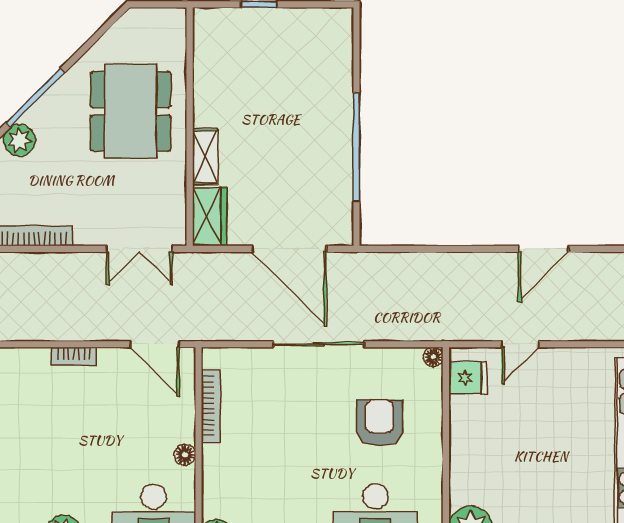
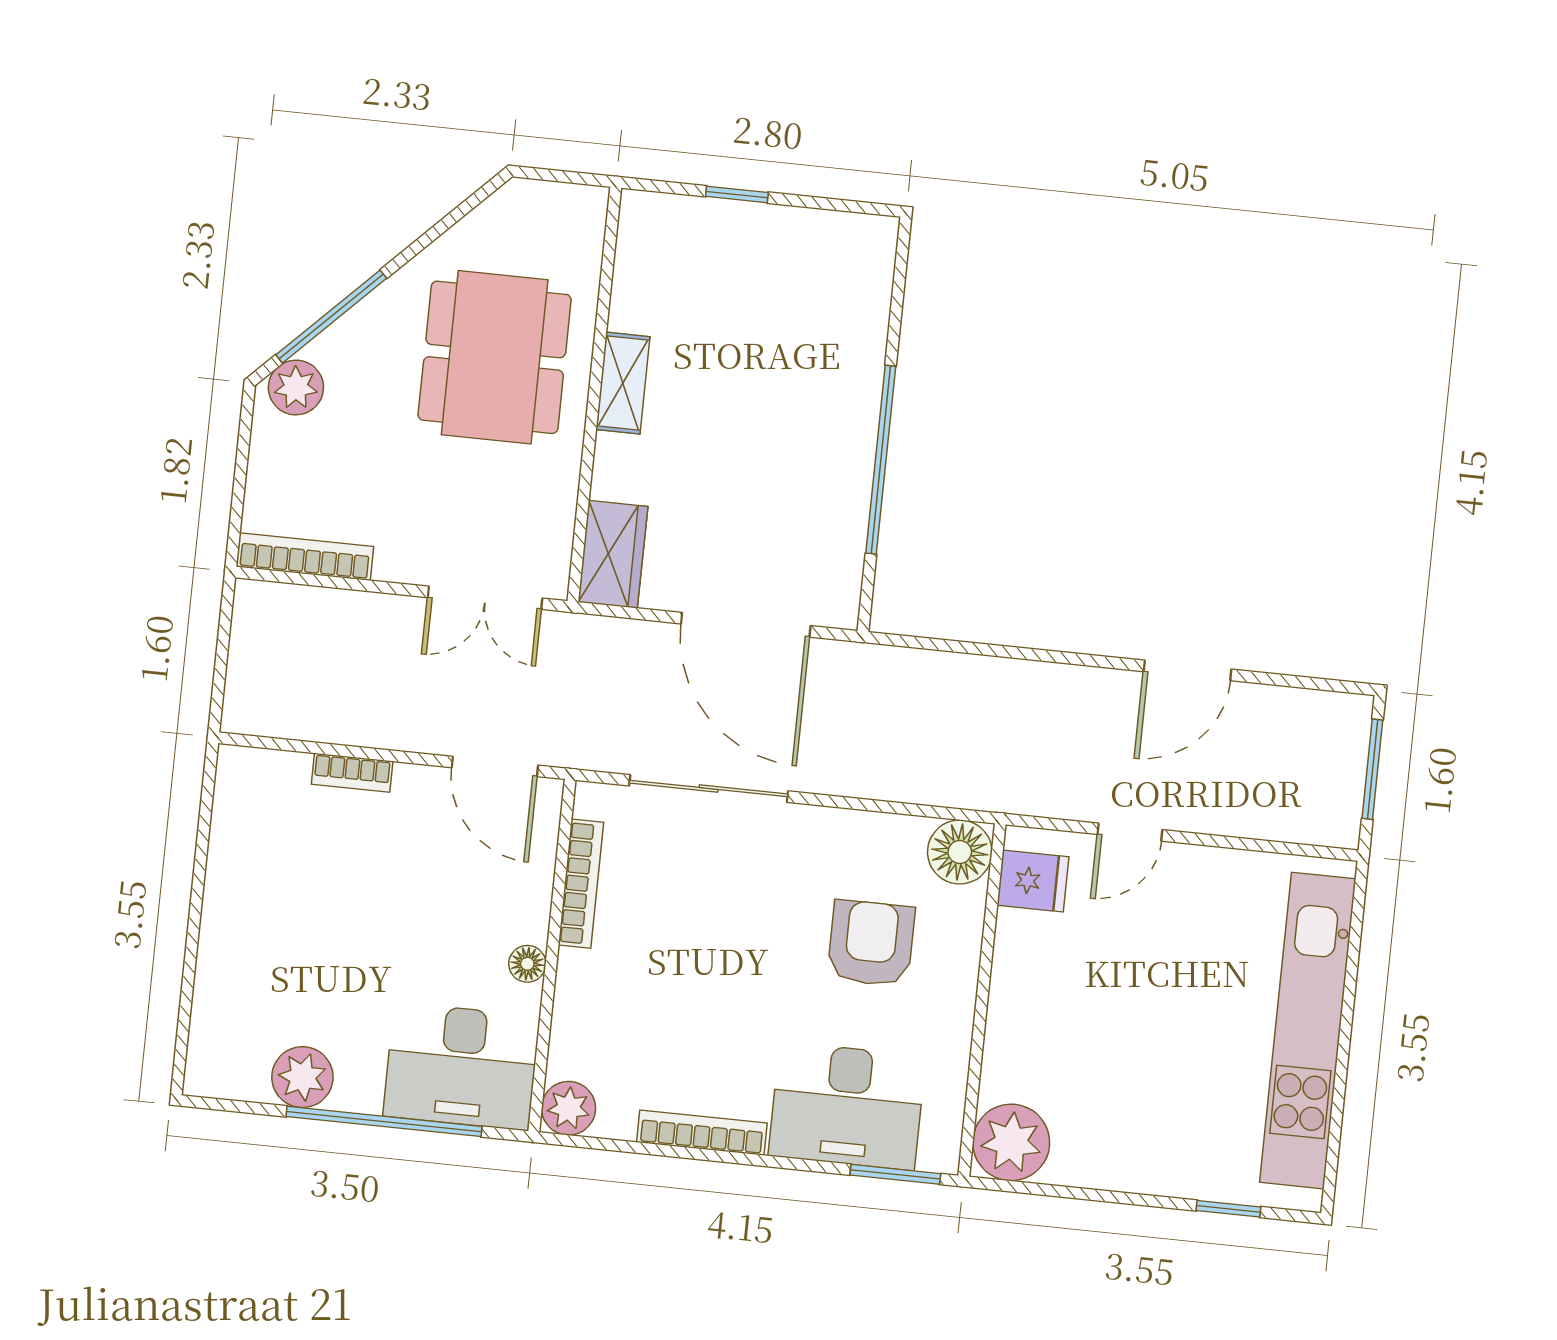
shelving: (205, 157) -> (623, 383), moved
sliding door: (319, 344) -> (709, 788), moved
floor lamp: (433, 357) -> (960, 852), width x1.89, depth x1.89

